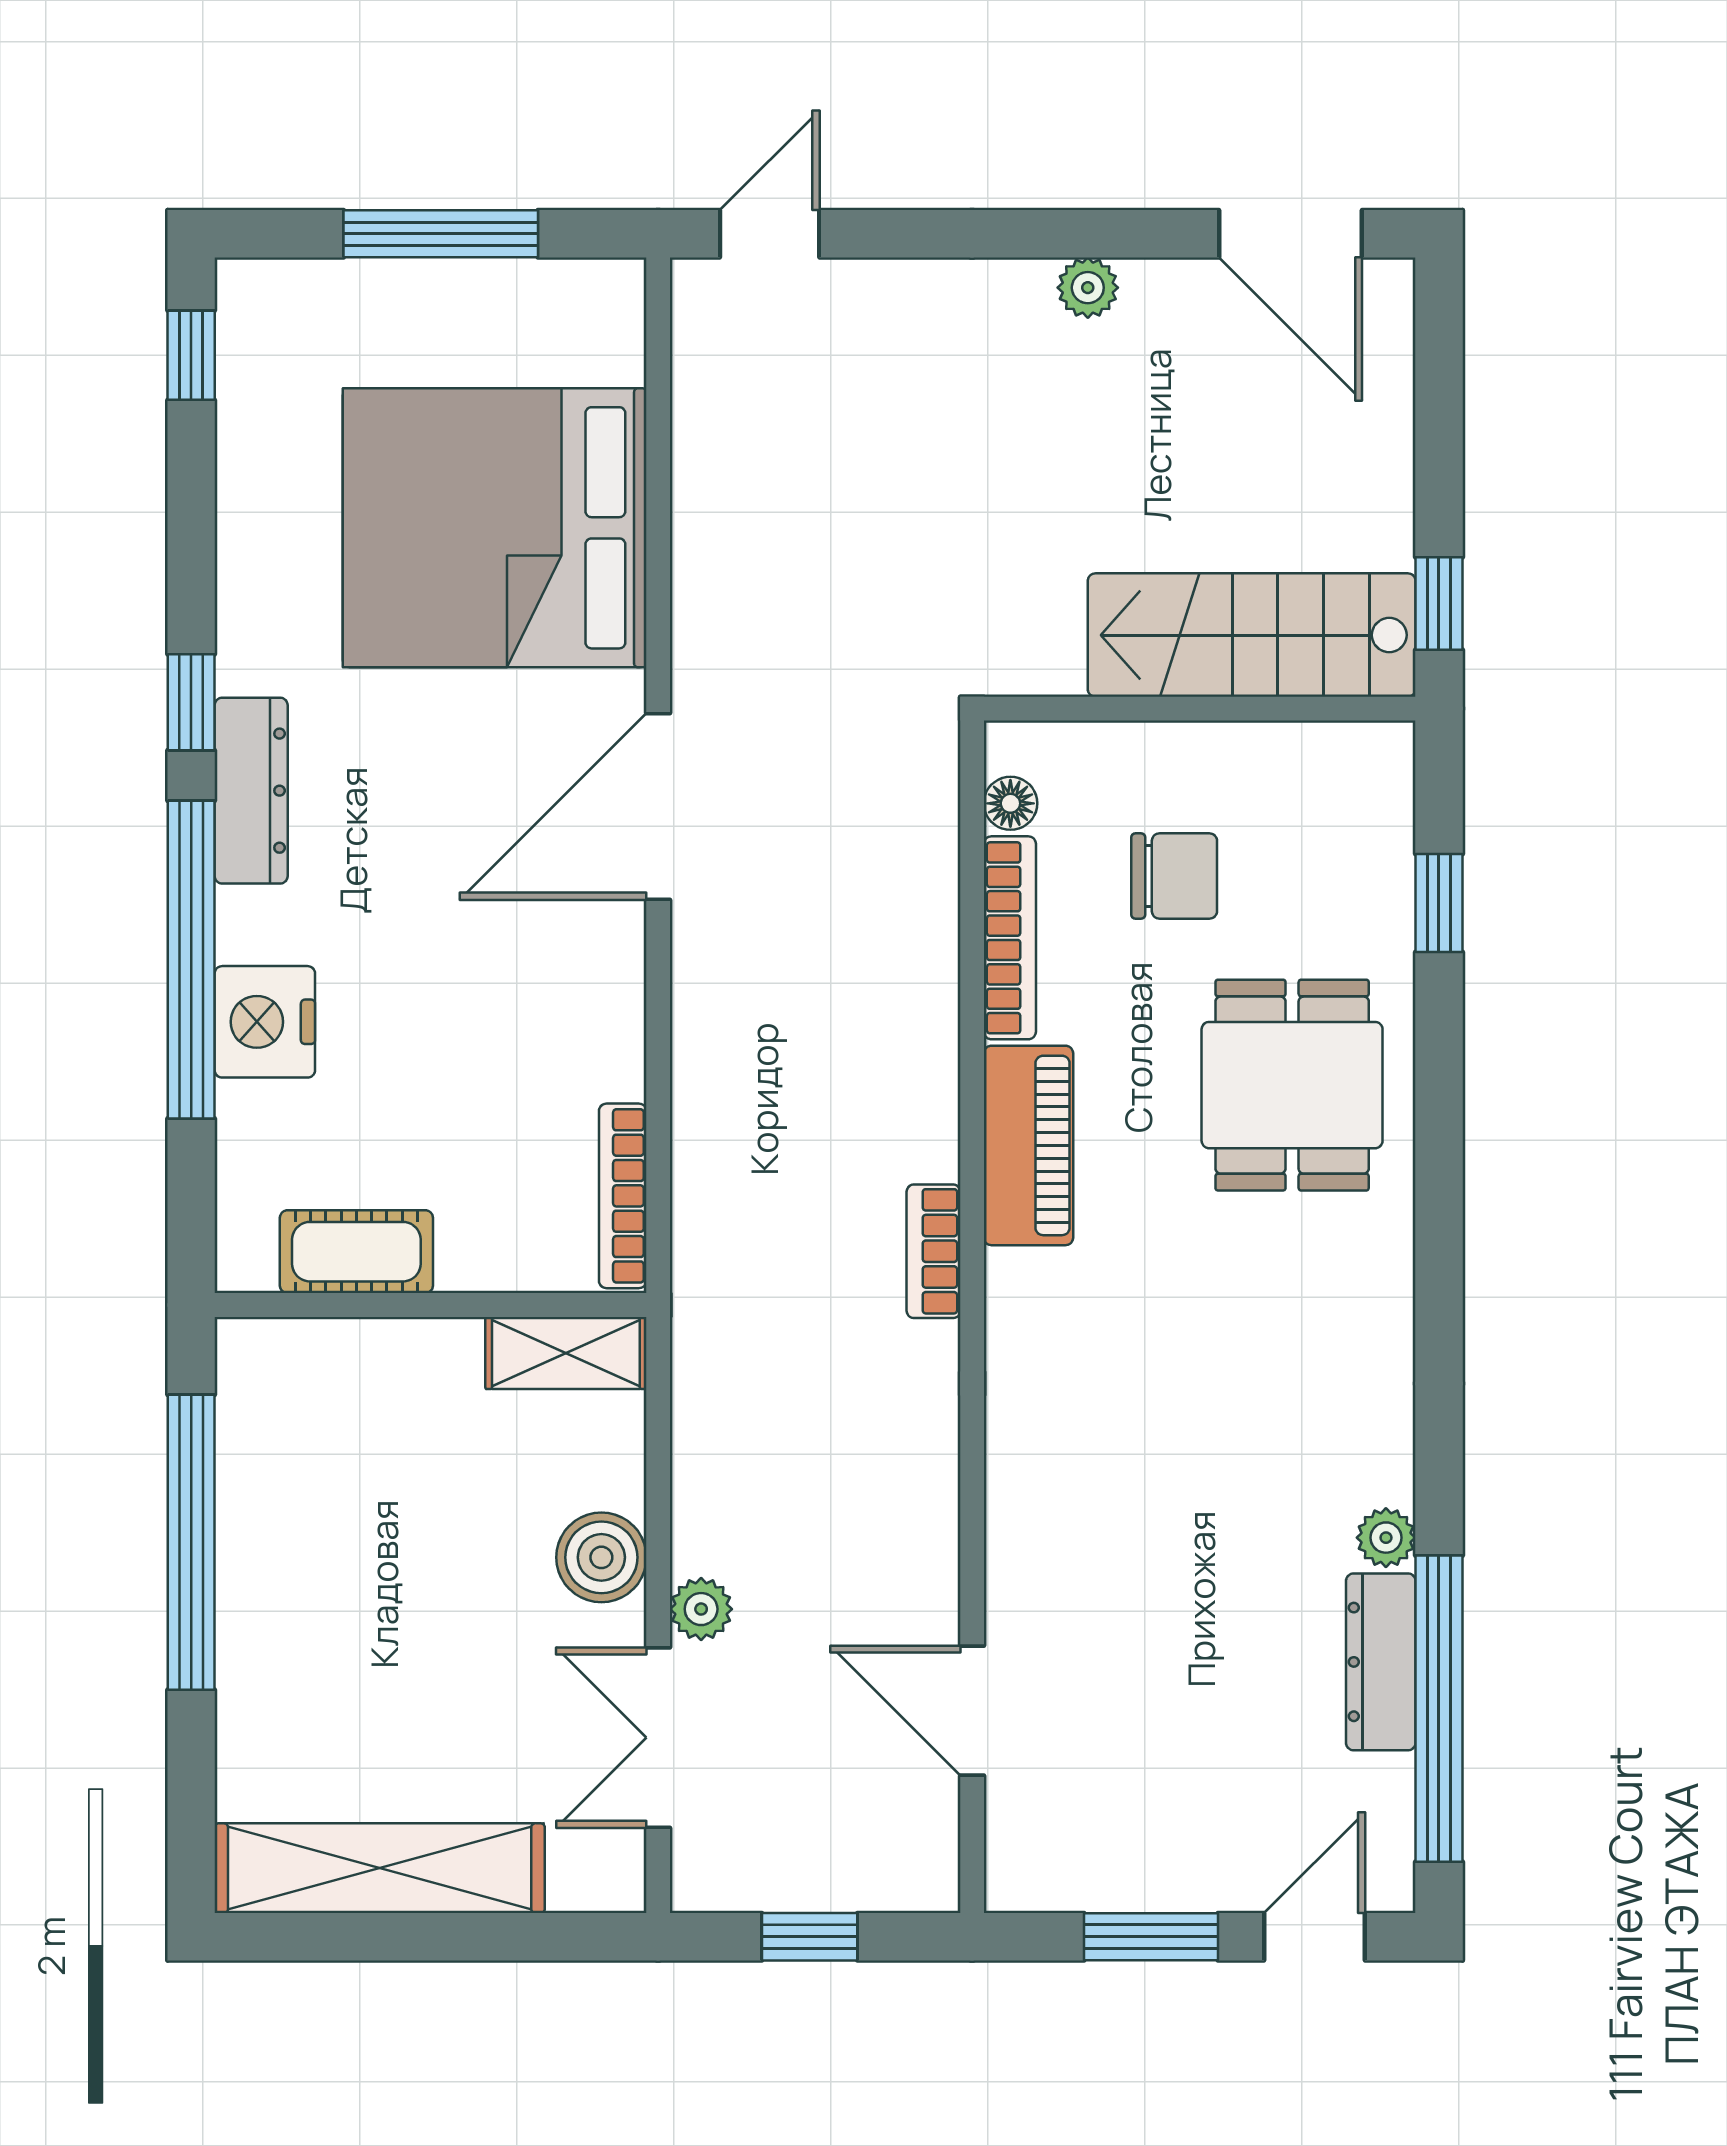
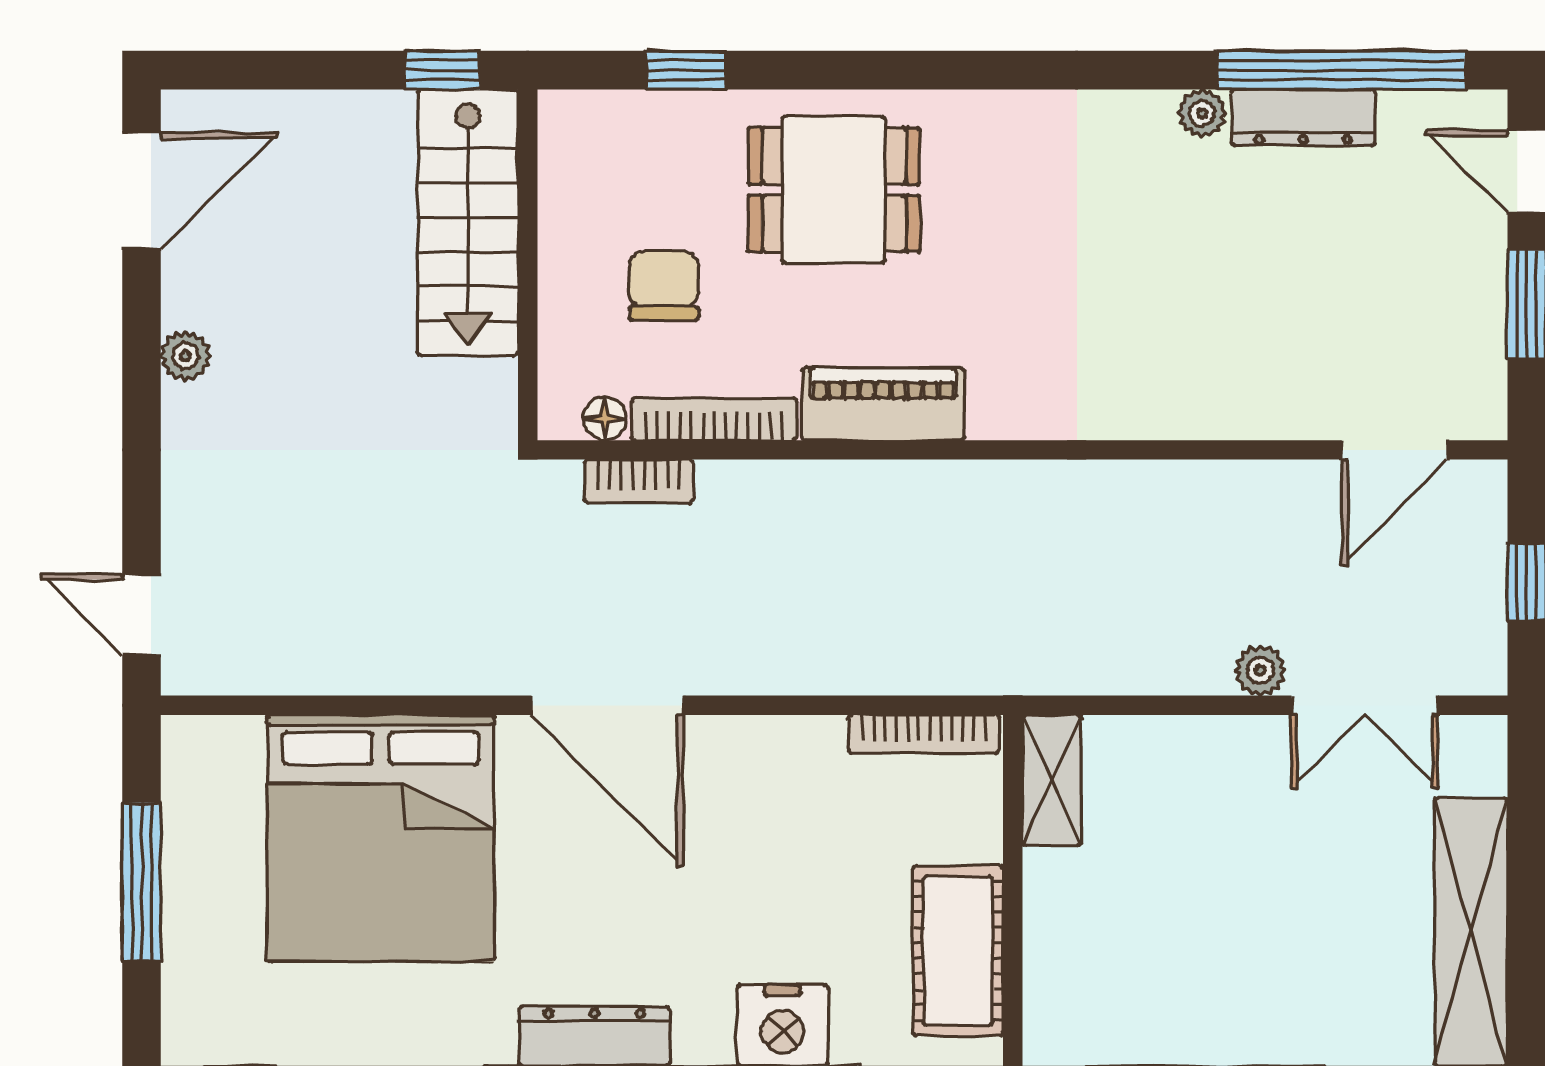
bookcase: (933, 1251) -> (639, 481), moved
cot: (356, 1252) -> (958, 951), width x1.37, depth x1.34
boiler: (601, 1557) -> (1218, 751), removed
door: (972, 1711) -> (1395, 450), moved

